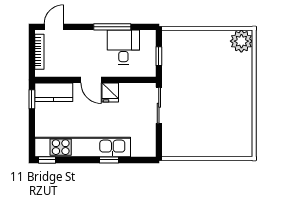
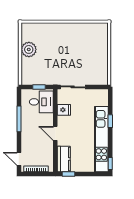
plant: (241, 41) -> (29, 49), moved
desk: (123, 47) -> (41, 102), moved, turned 180
door: (91, 80) -> (55, 133), swing flipped
fridge: (110, 92) -> (64, 110), moved

